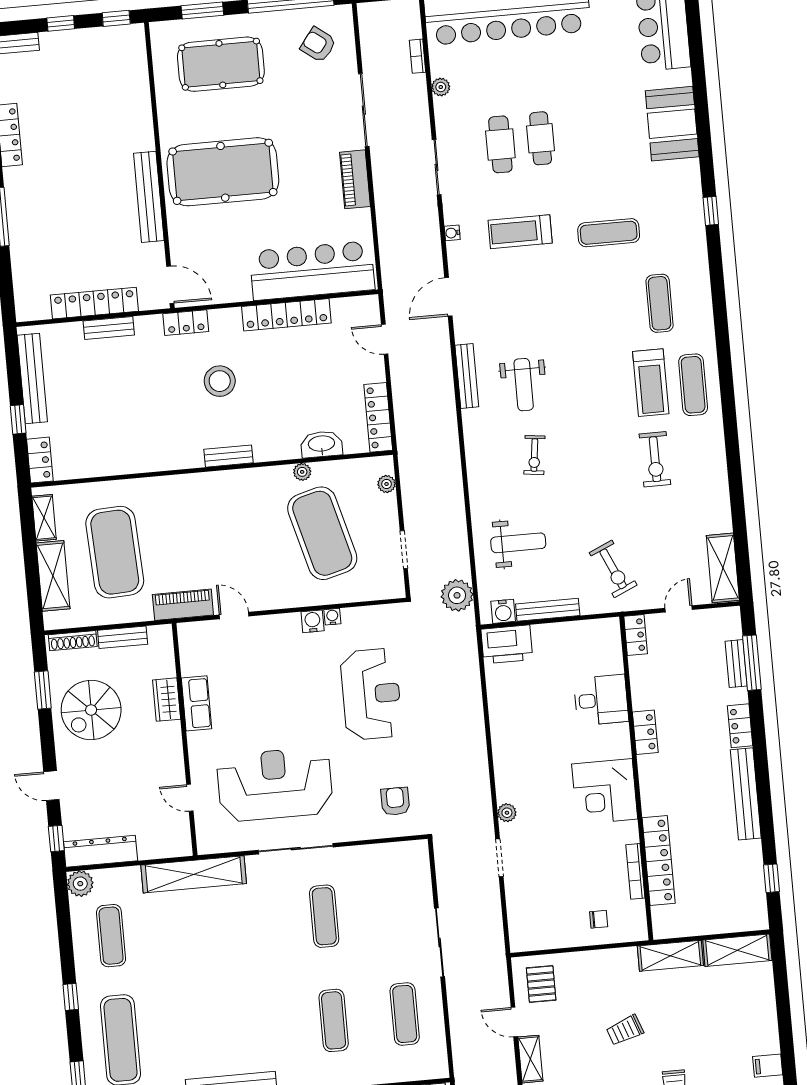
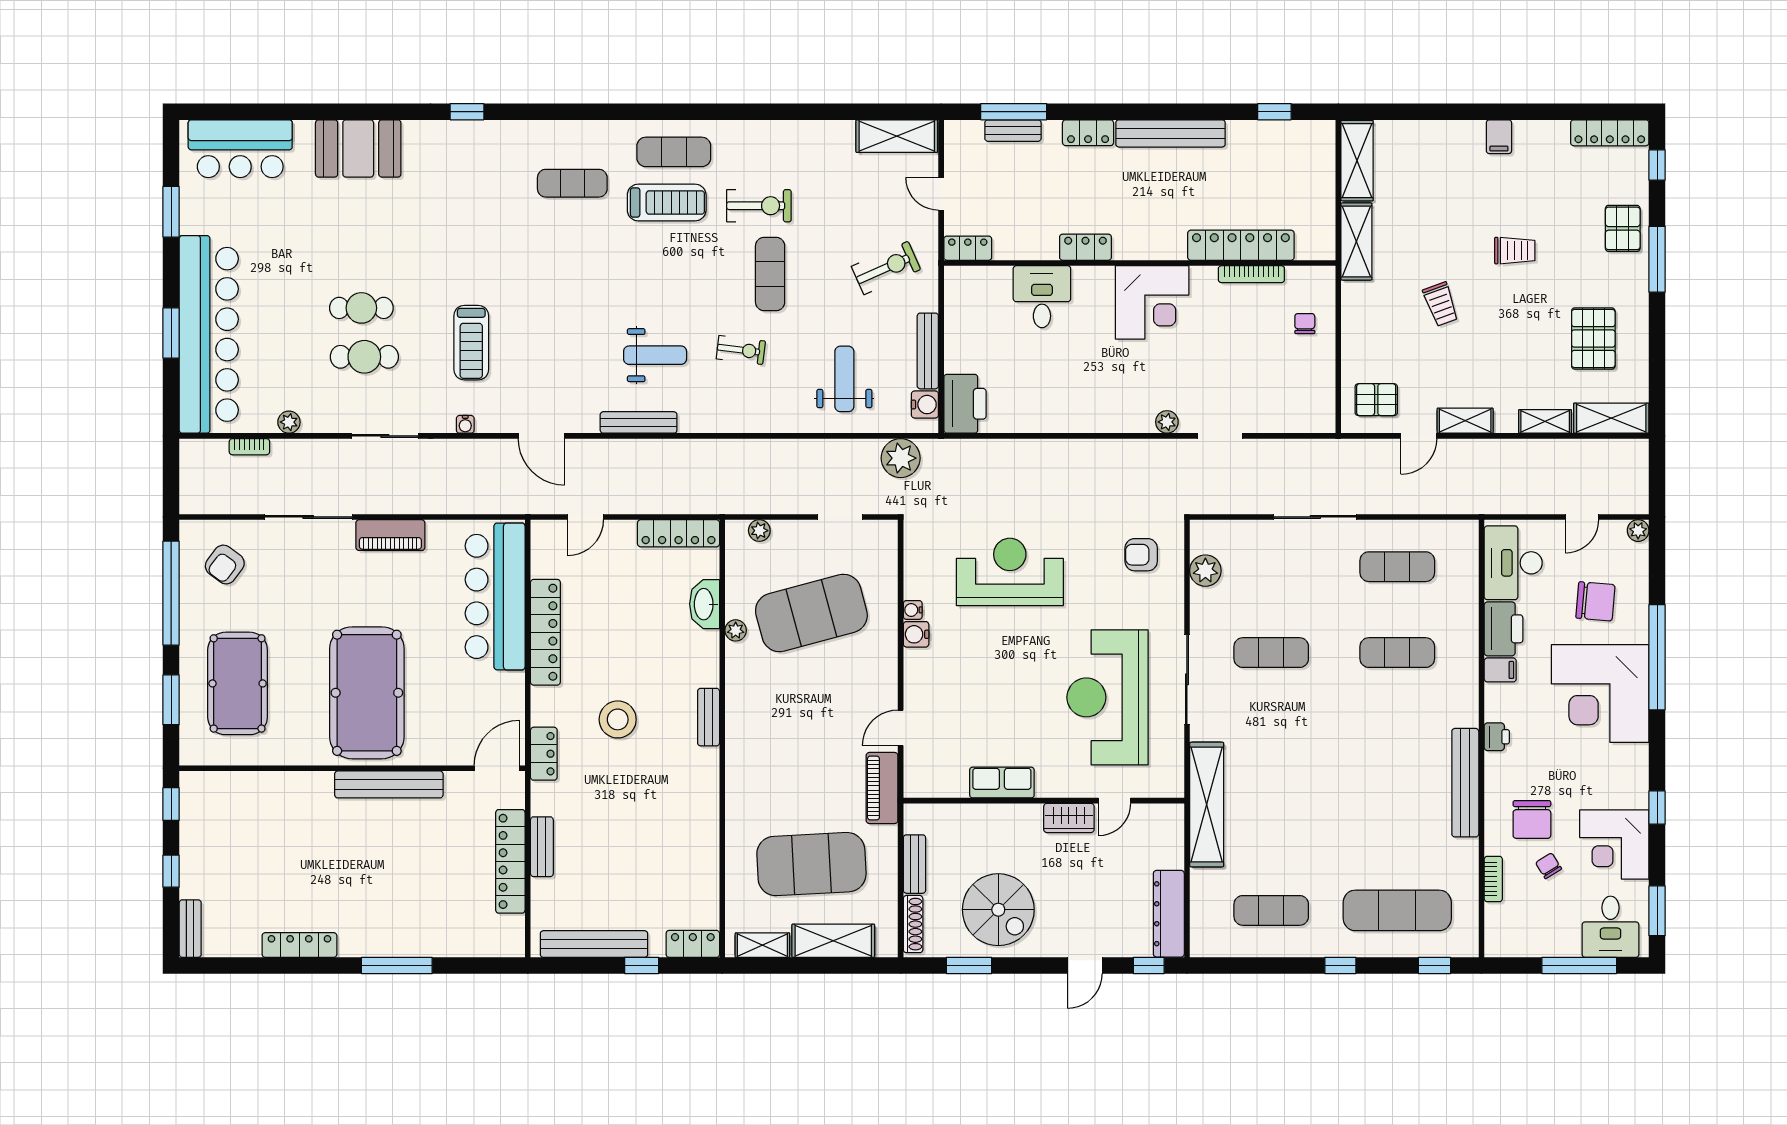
exercise mat: (609, 233) -> (770, 274), moved
wardrobe: (167, 700) -> (1069, 818), moved
plant: (80, 884) -> (1205, 571), moved

